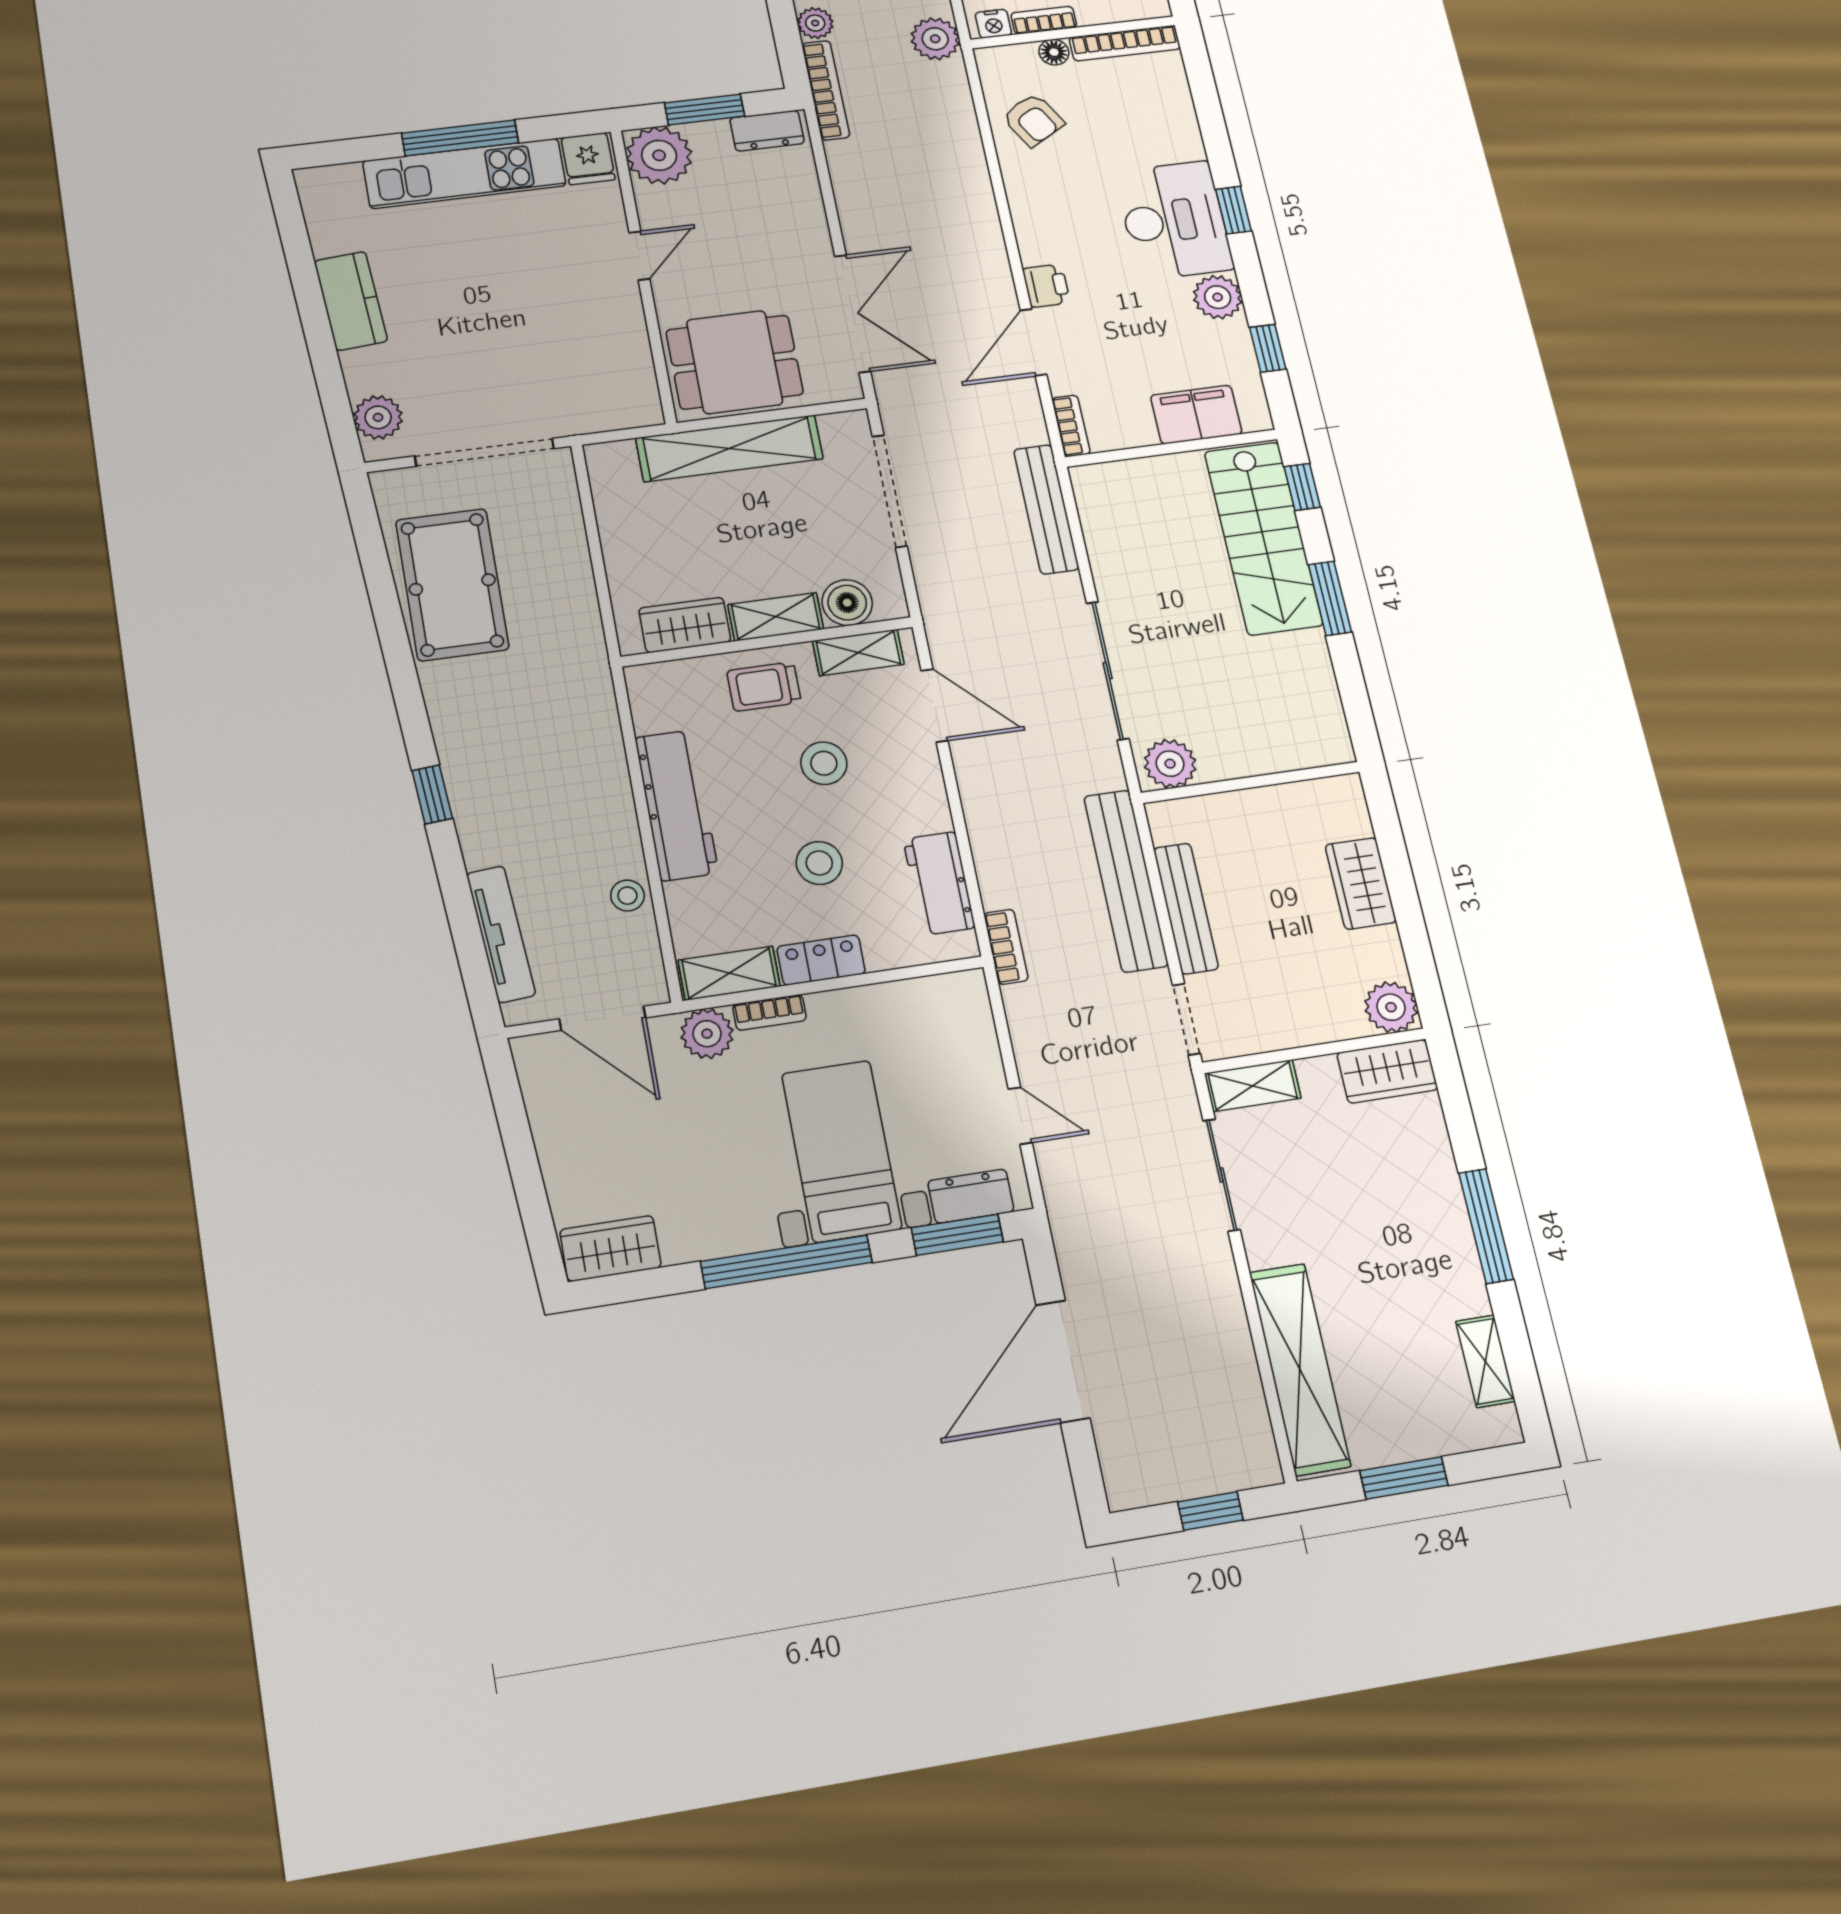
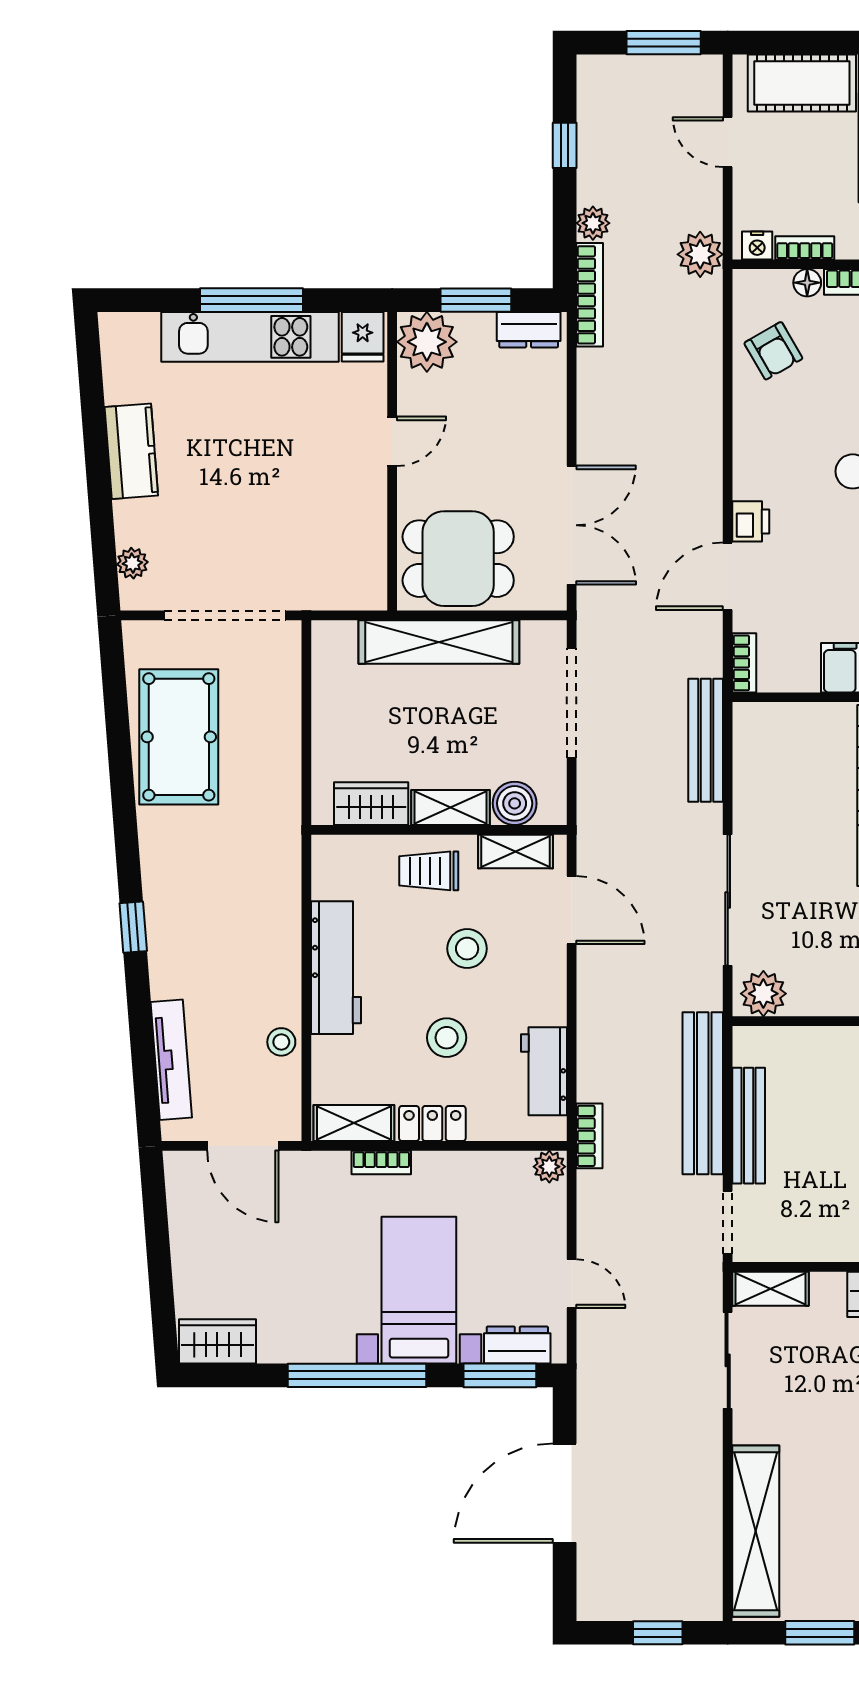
plant: (378, 417) -> (132, 563), width x0.73, depth x0.73
plant: (707, 1034) -> (549, 1167), moved, width x0.73, depth x0.73

